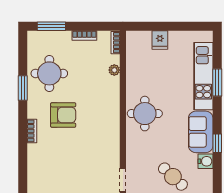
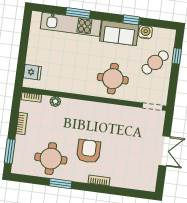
fridge: (160, 40) -> (32, 72), moved
round table: (145, 114) -> (113, 79), moved

